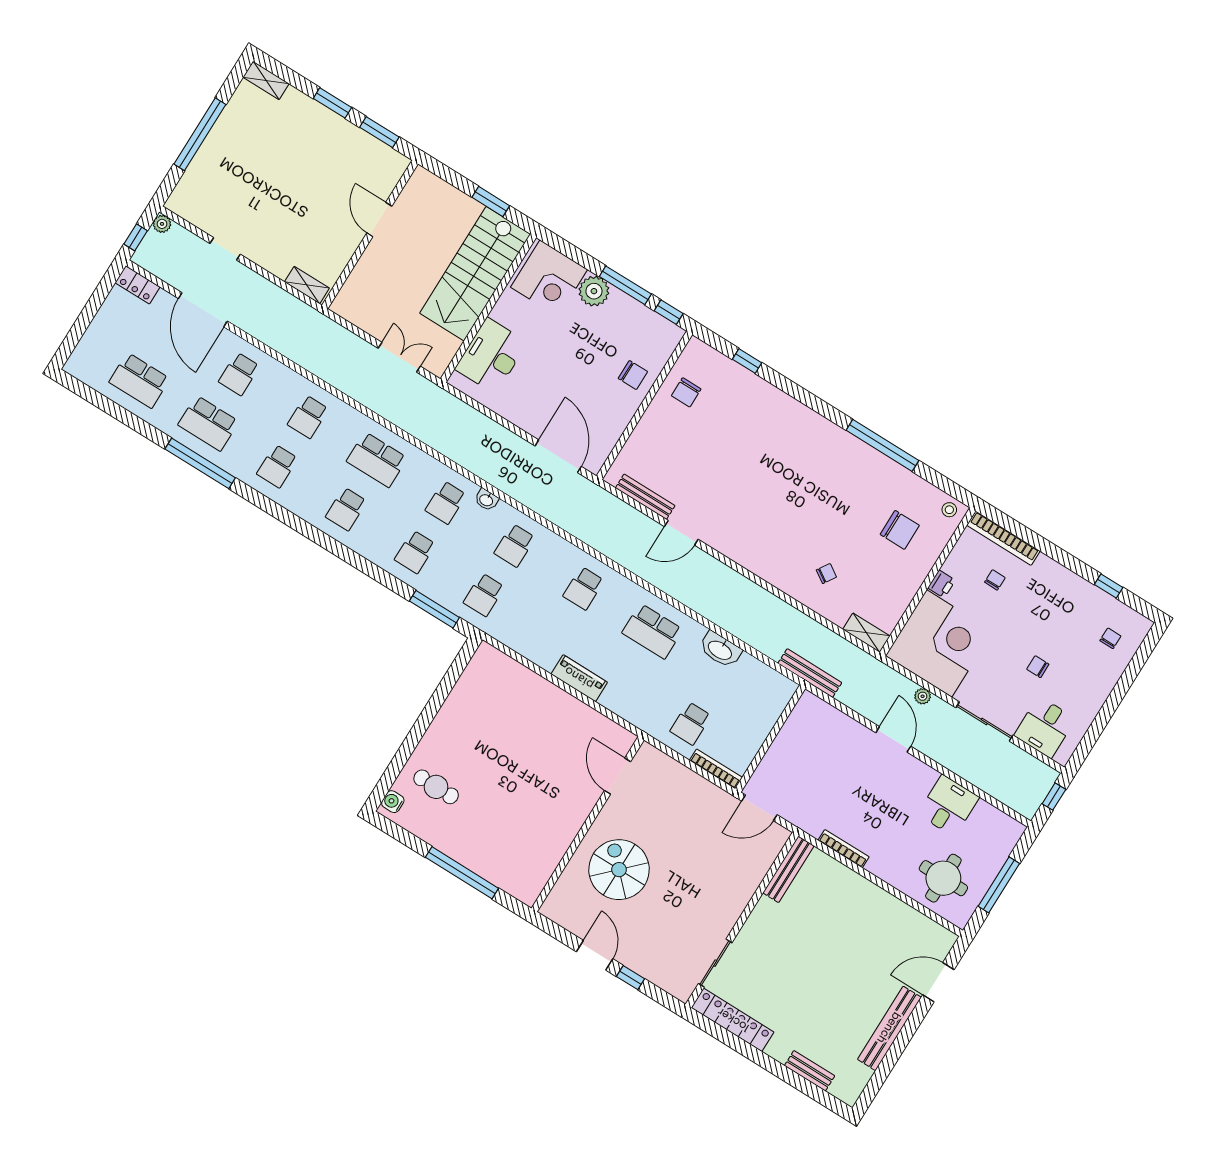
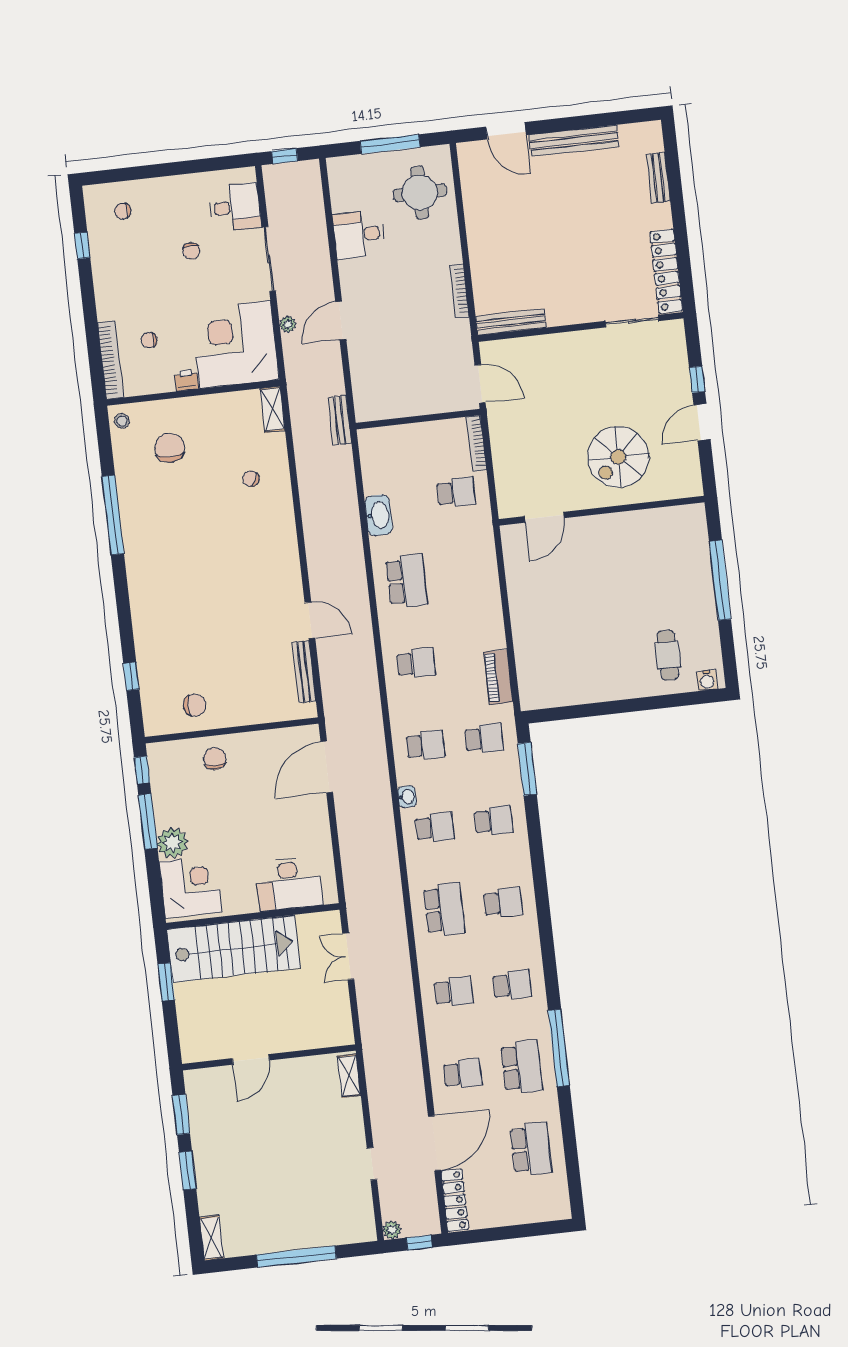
locker: (137, 285) -> (455, 1200), width x1.53
bench: (810, 673) -> (340, 420), width x0.73
piano: (579, 678) -> (498, 677), moved

